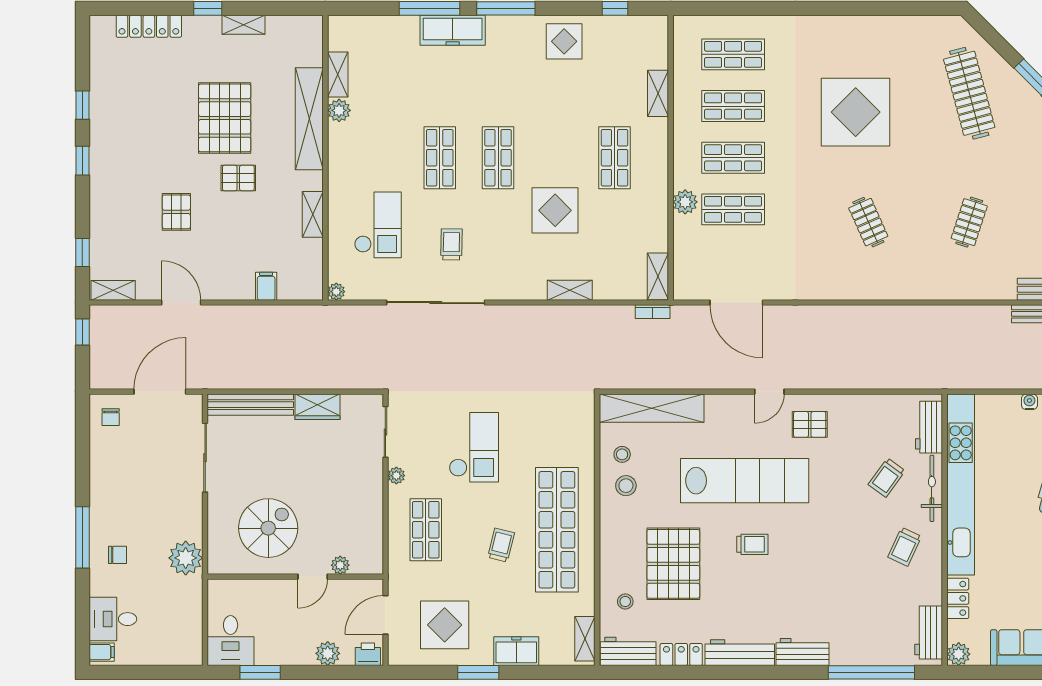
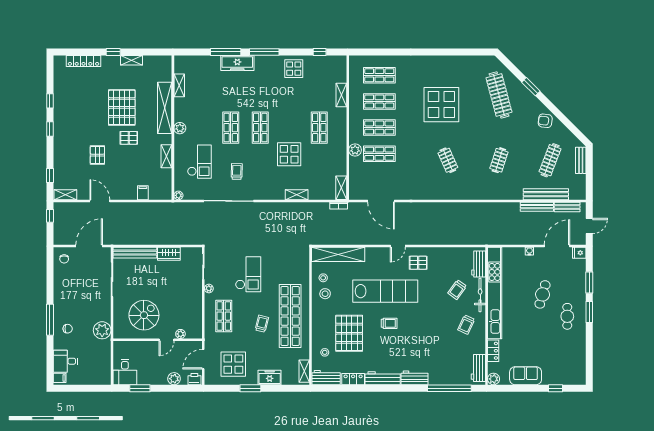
plant: (339, 110) -> (180, 128), moved

